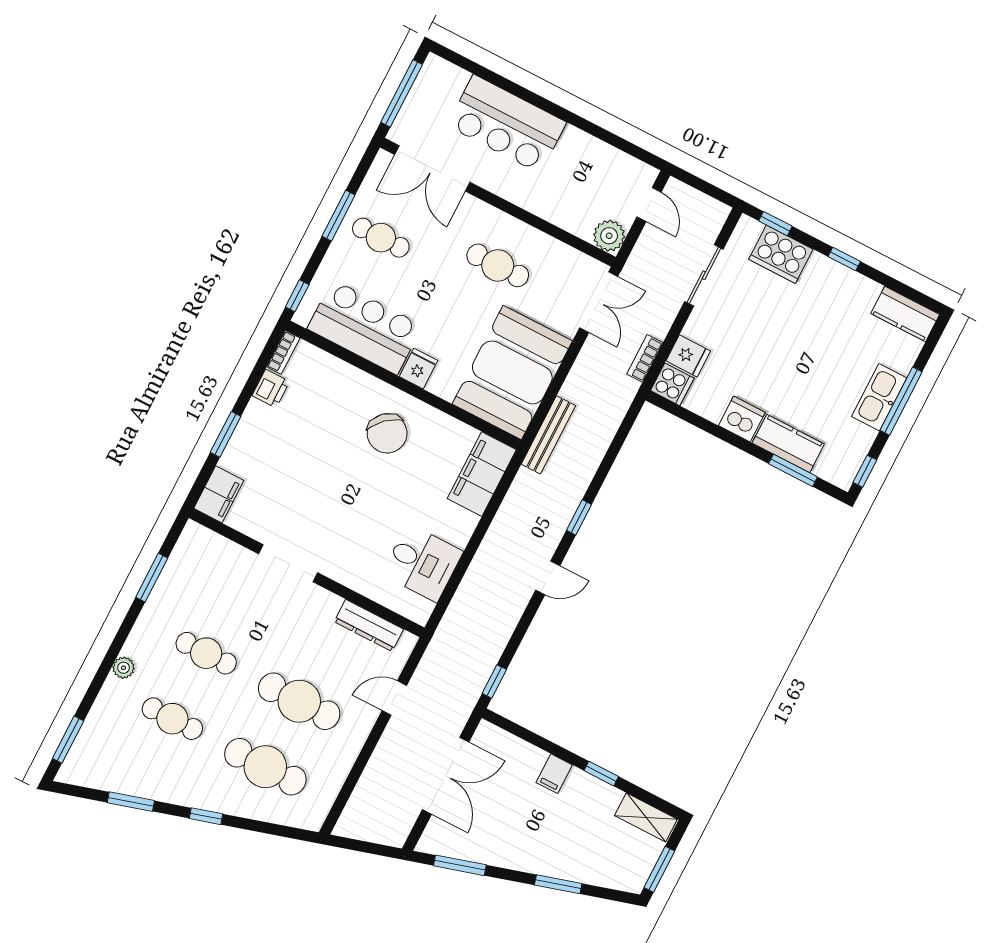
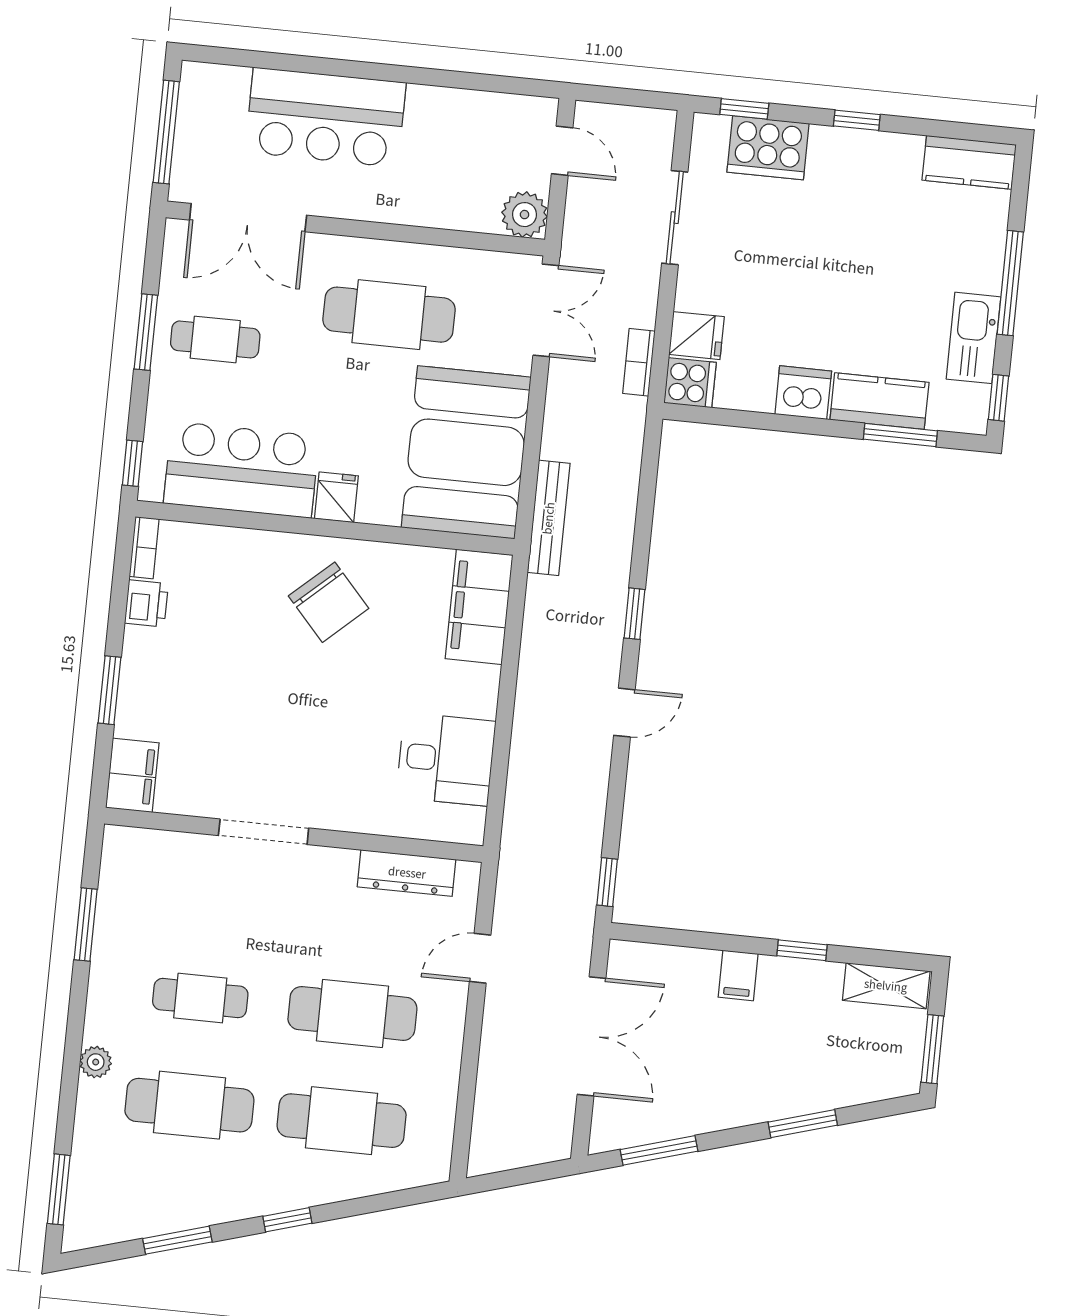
cafe table: (498, 265) -> (389, 315), width x1.37, depth x1.35
kitchen sink: (879, 397) -> (973, 338), moved
cafe table: (172, 719) -> (189, 1105), width x1.37, depth x1.35

